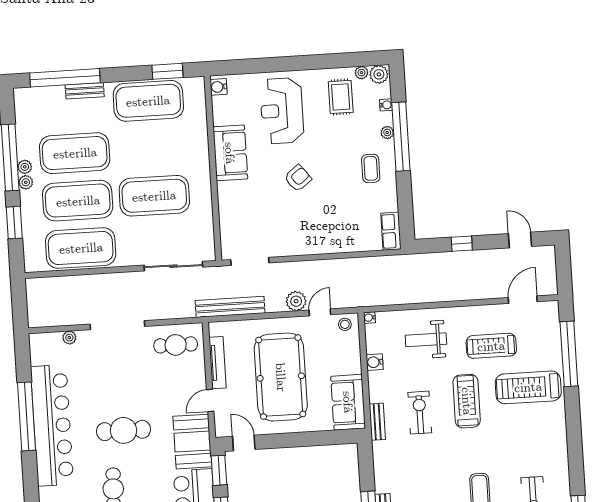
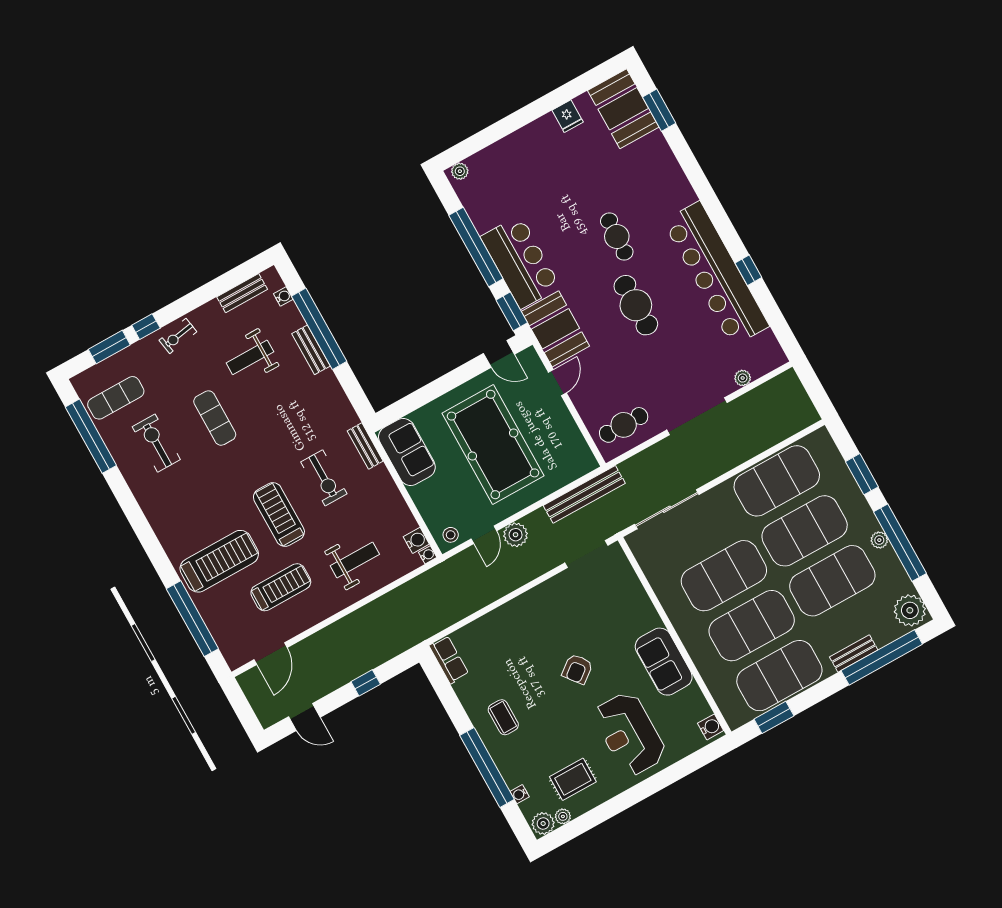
rug: (341, 97) -> (573, 779), turned 90
reception desk: (282, 111) -> (630, 734), turned 180
plant: (387, 132) -> (504, 765), removed
exercise mat: (151, 148) -> (752, 626), added
plant: (26, 182) -> (910, 610), moved, width x1.87, depth x1.87
water cooler: (375, 362) -> (416, 540), moved
tv unit: (217, 363) -> (569, 427), removed
treadmill: (467, 401) -> (279, 515), turned 180
window: (26, 416) -> (748, 270), width x0.32
cafe table: (123, 430) -> (636, 305), turned 90

